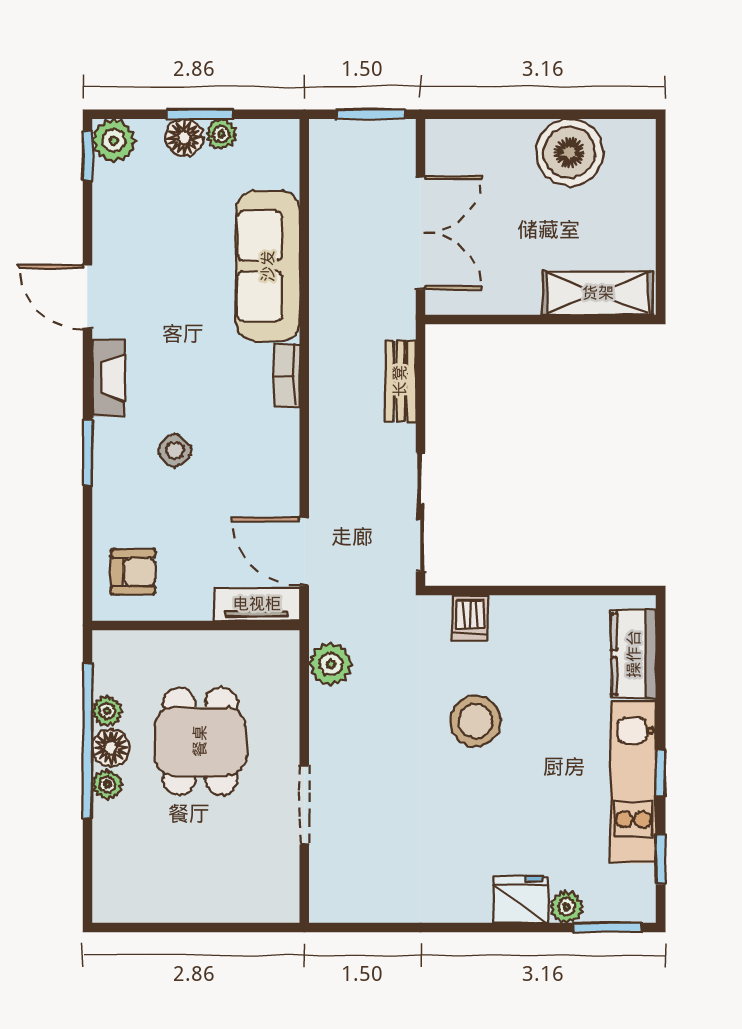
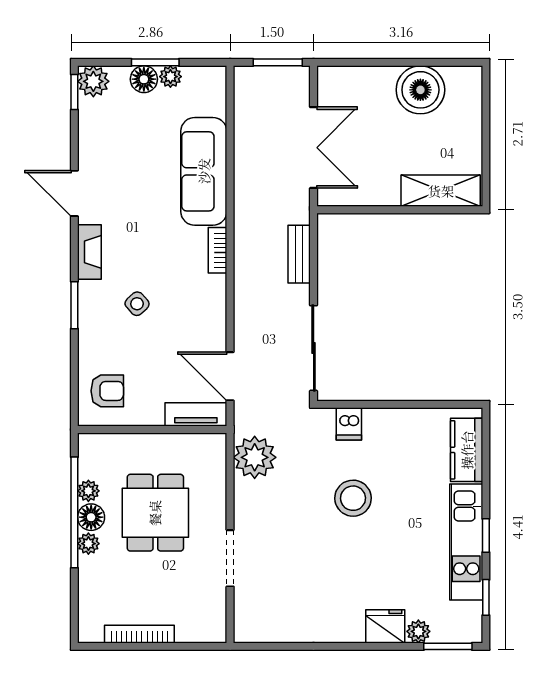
plant: (331, 664) -> (255, 457), width x1.36, depth x1.36
bookcase: (178, 910) -> (139, 634), added

